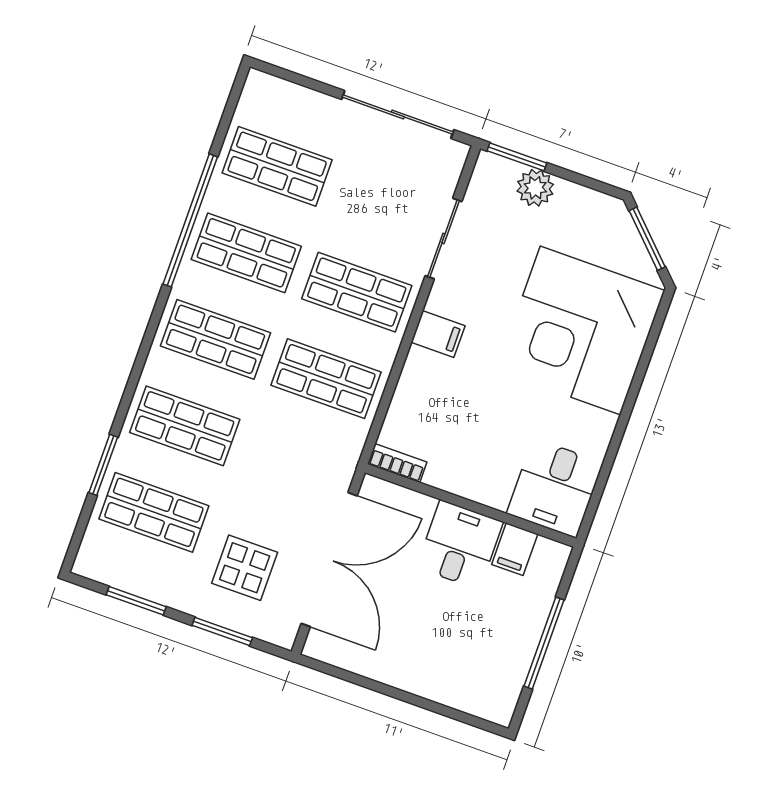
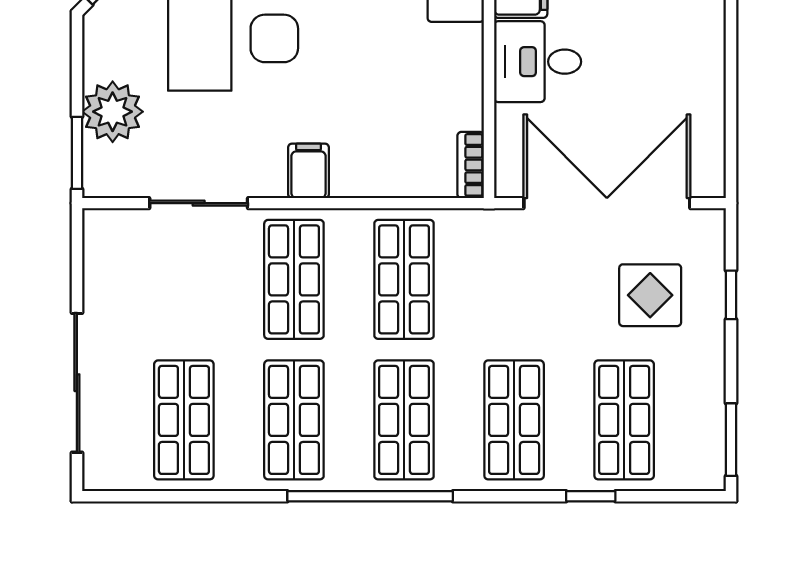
sliding door: (398, 114) -> (77, 383), moved
plant: (535, 188) -> (113, 112), width x1.36, depth x1.36
window: (190, 220) -> (370, 496), moved
window: (103, 465) -> (591, 496), width x0.67
window: (136, 601) -> (731, 440), moved
window: (222, 631) -> (731, 295), width x0.67

